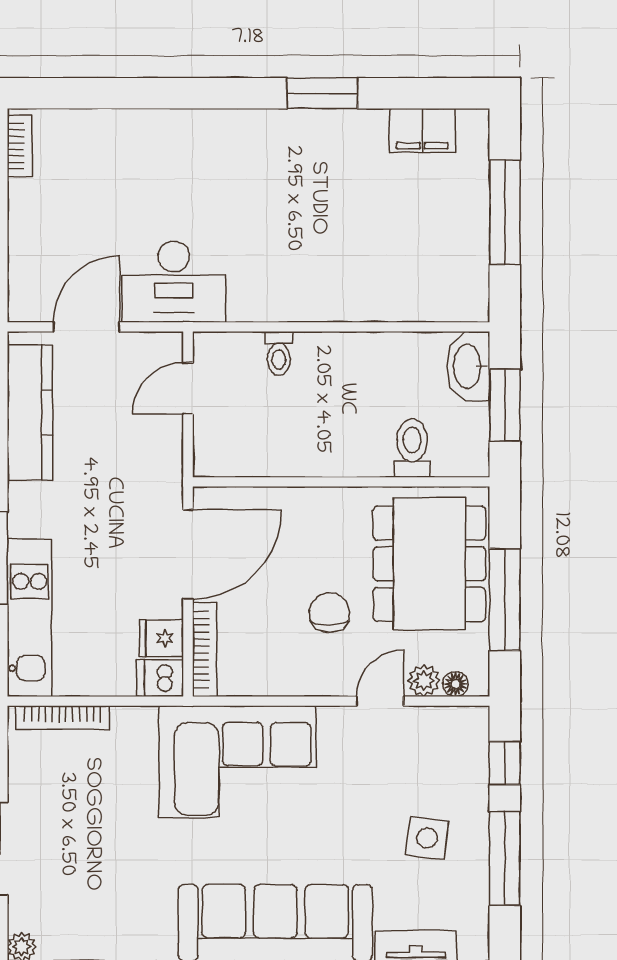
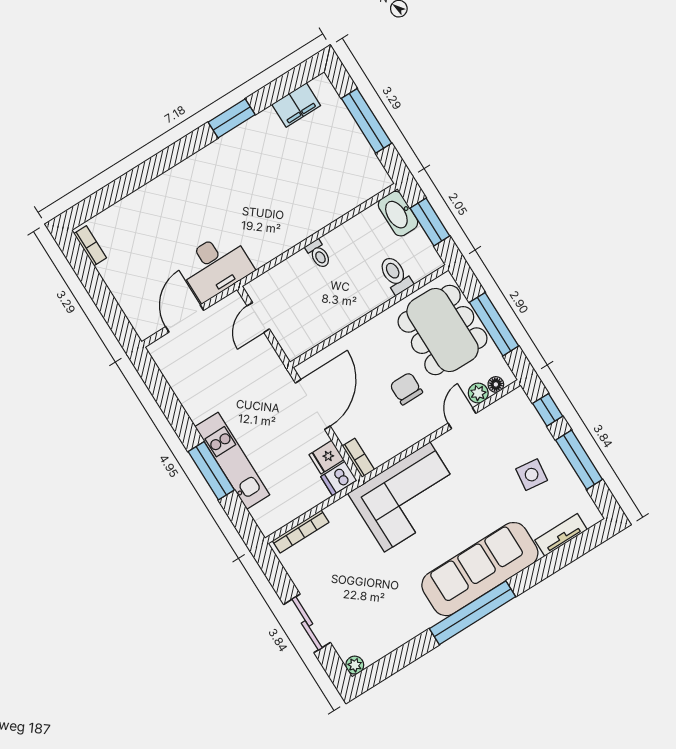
toilet: (279, 353) -> (318, 254), moved
kitchen counter: (30, 413) -> (183, 382), removed
kitchen unit: (30, 618) -> (232, 461), moved
bookcase: (205, 649) -> (358, 458), width x0.64

